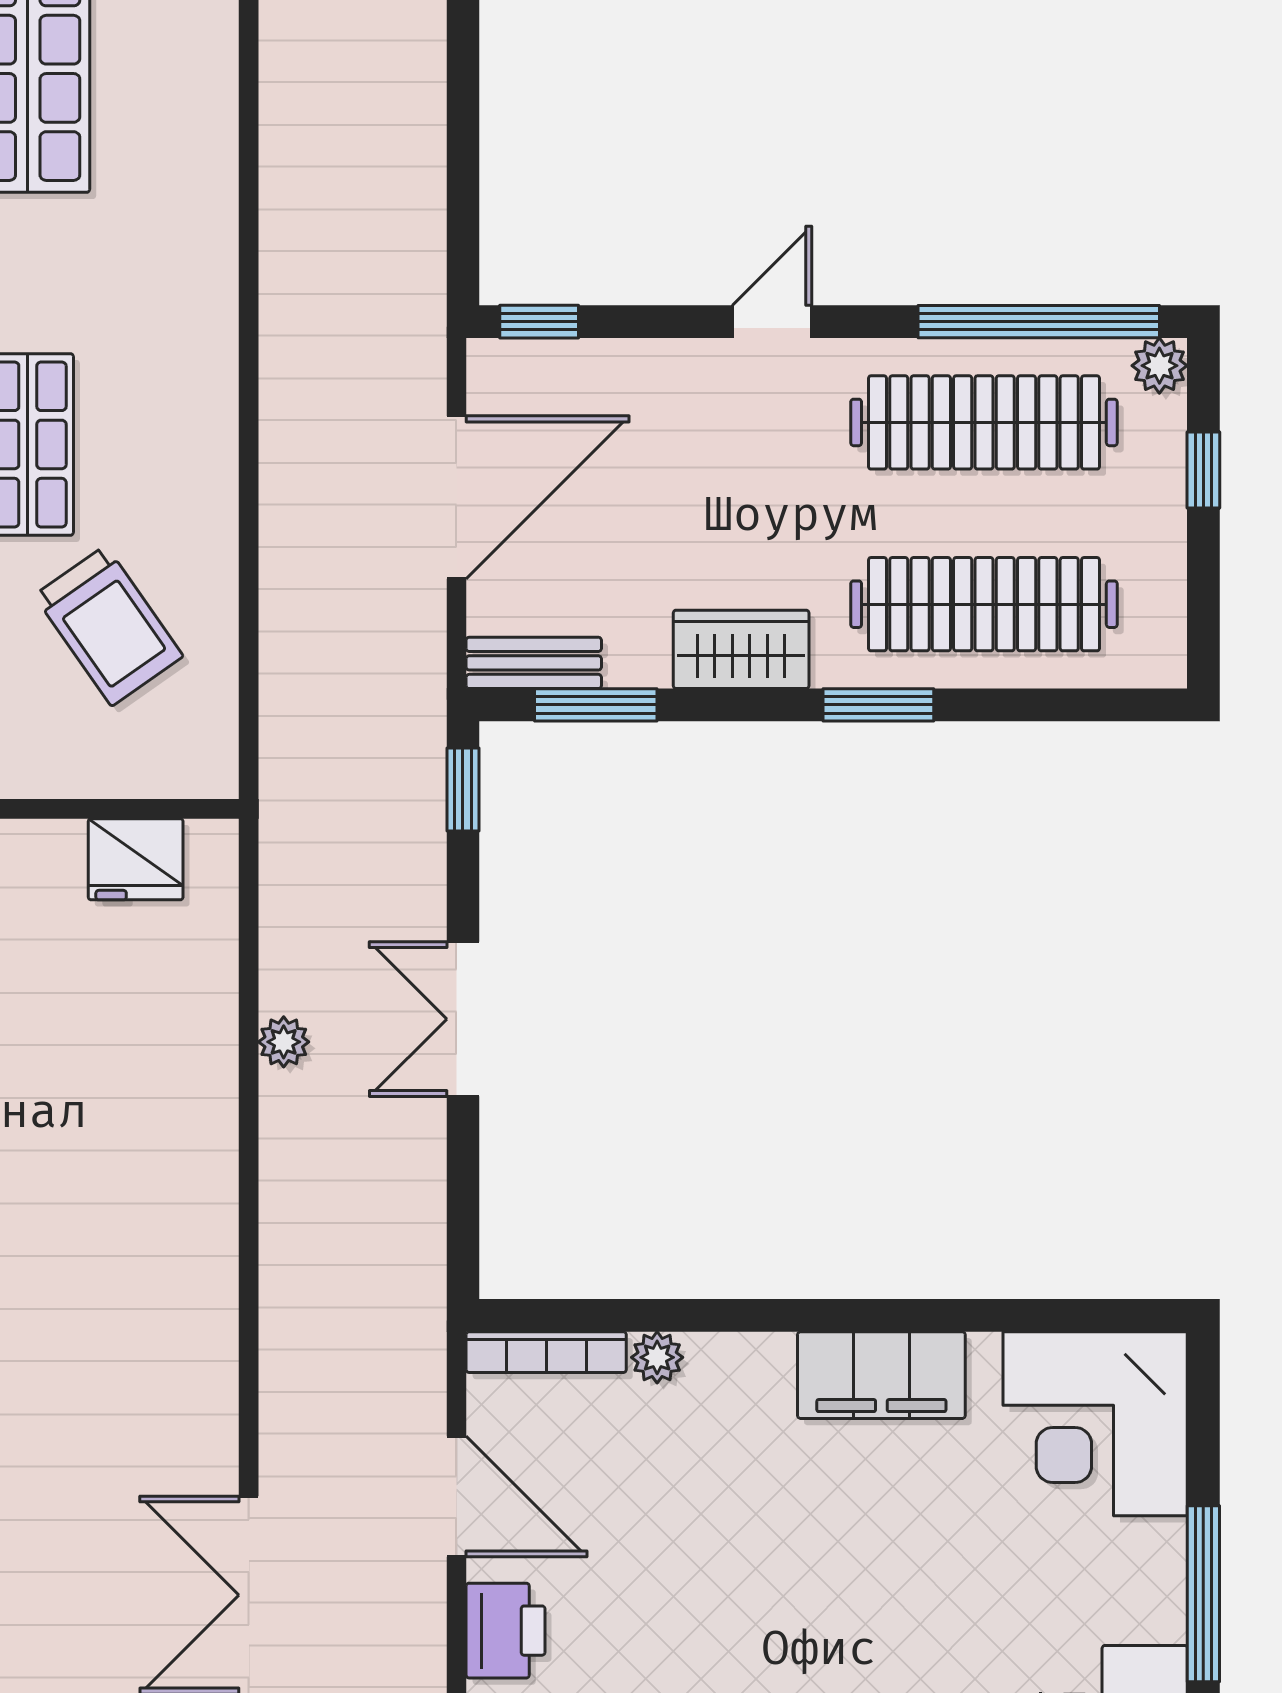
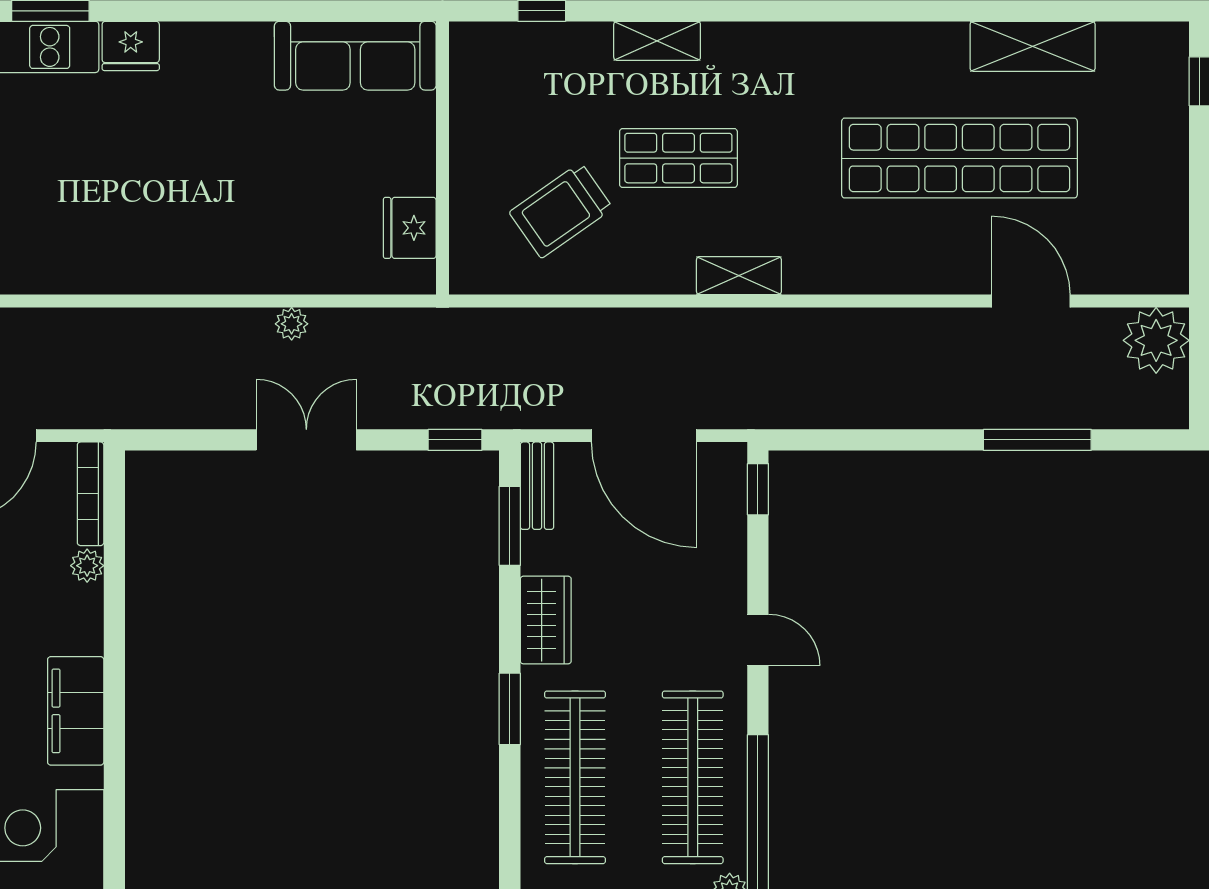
shelving: (209, 351) -> (739, 276), added

